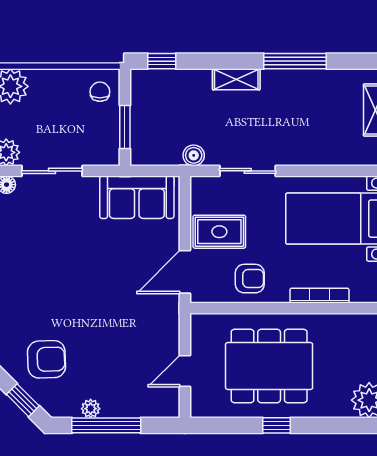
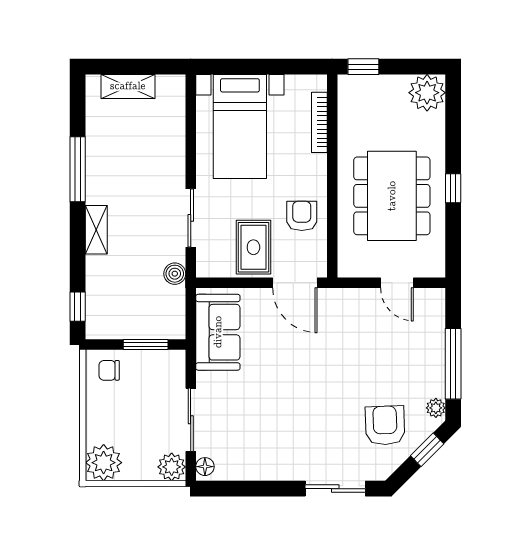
bookcase: (319, 296) -> (319, 122), moved
plant: (91, 409) -> (436, 408), moved

